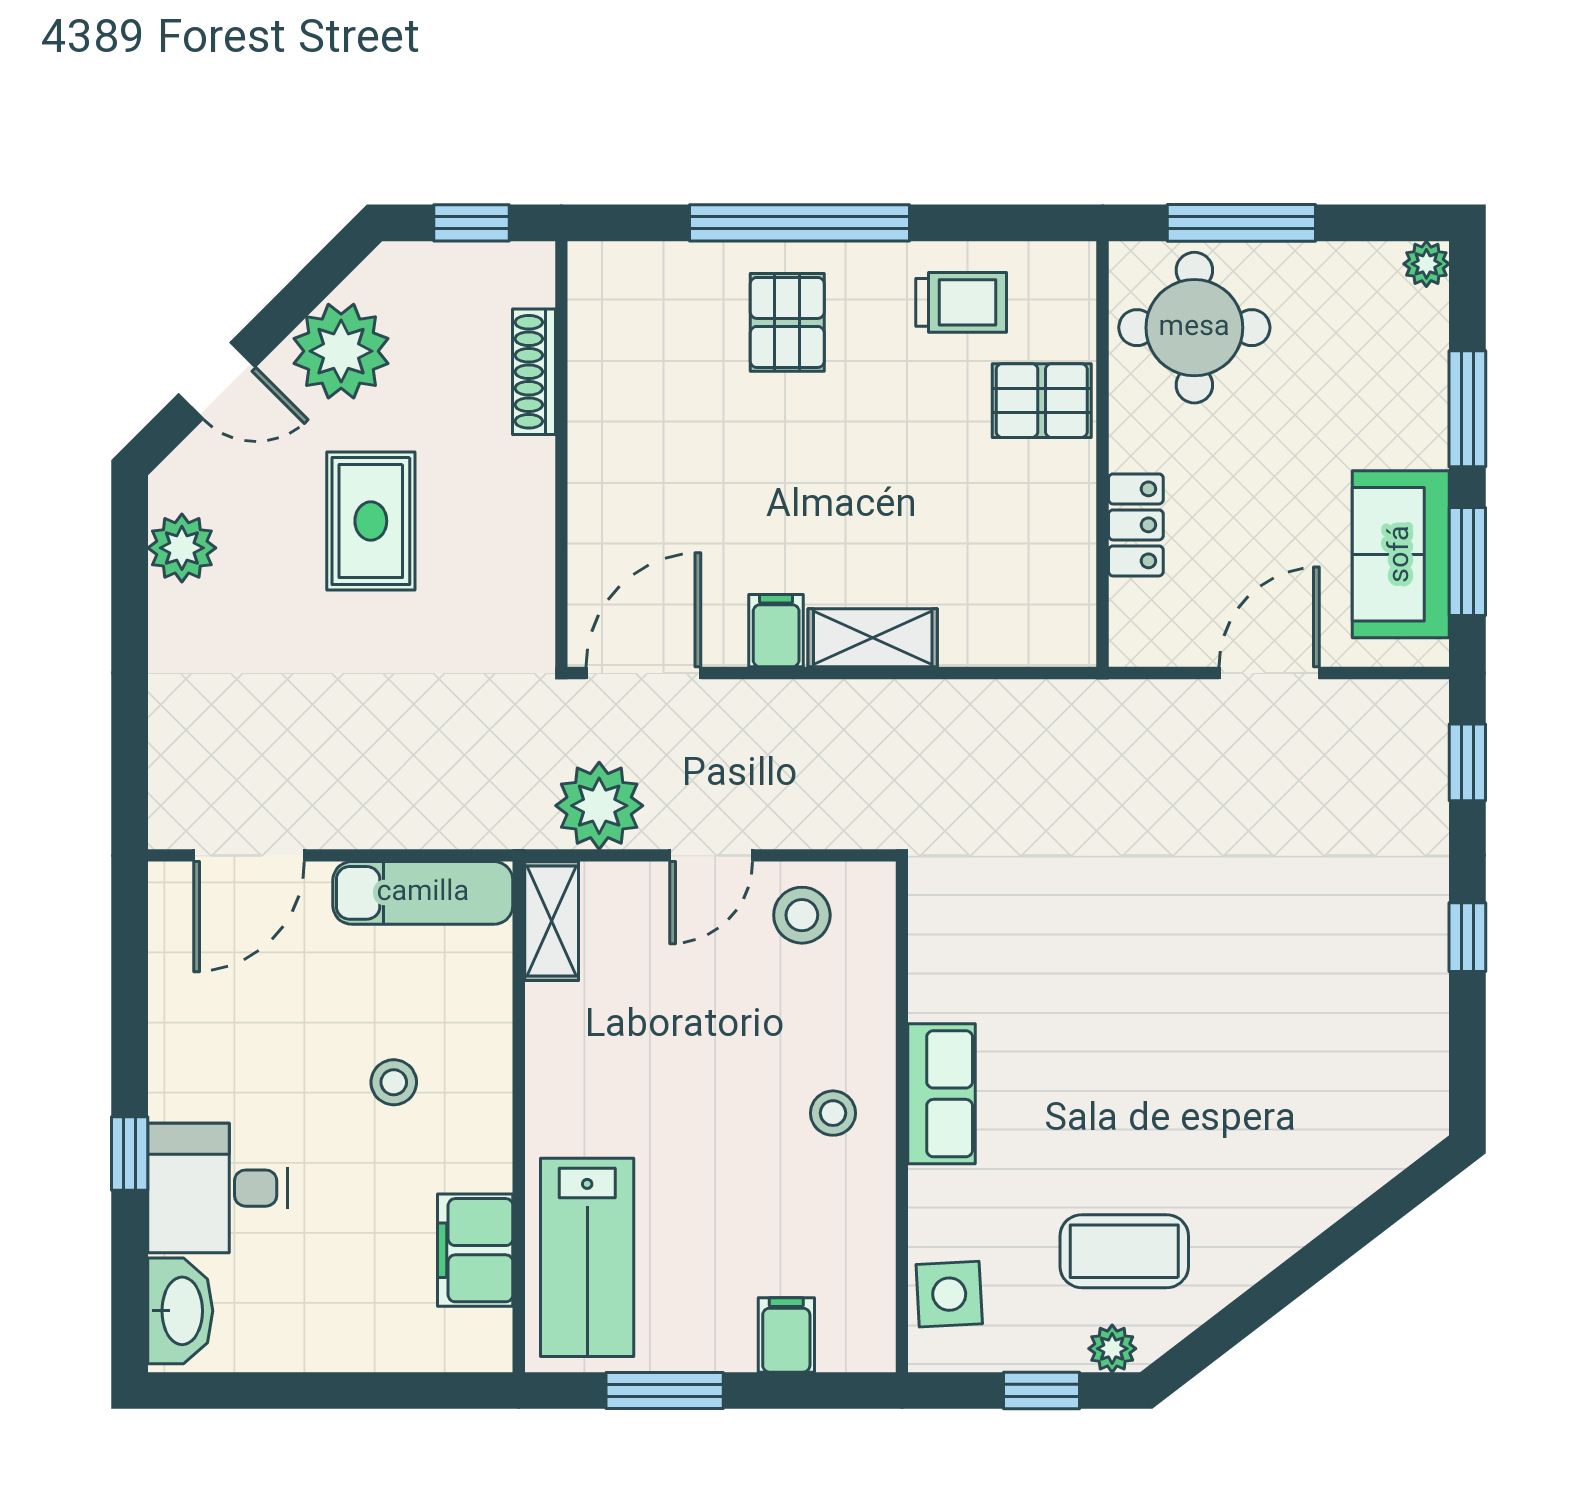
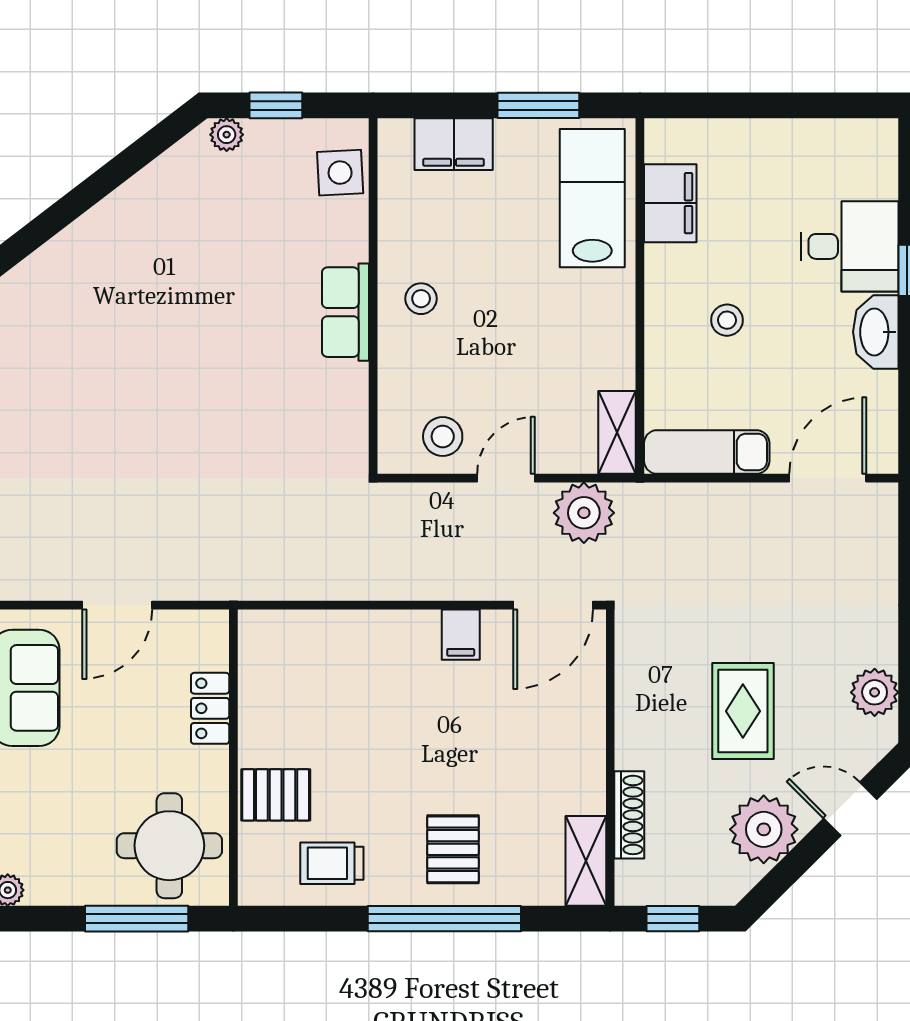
shelving: (873, 638) -> (586, 861), moved, turned 90
coffee table: (1124, 1251) -> (218, 202), removed
washbasin: (180, 1311) -> (876, 332), moved
filing cabinet: (786, 1335) -> (454, 144), width x2.00

